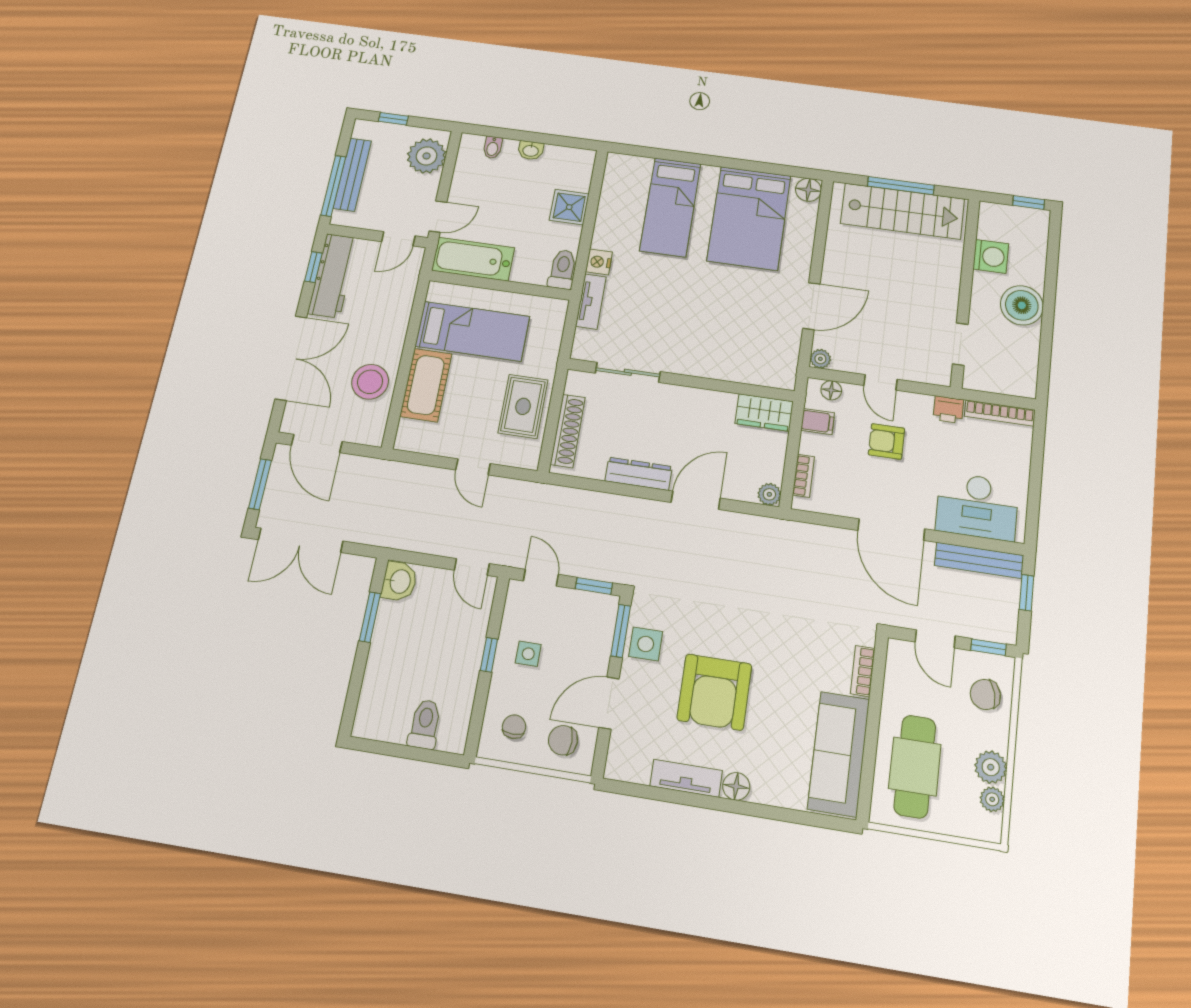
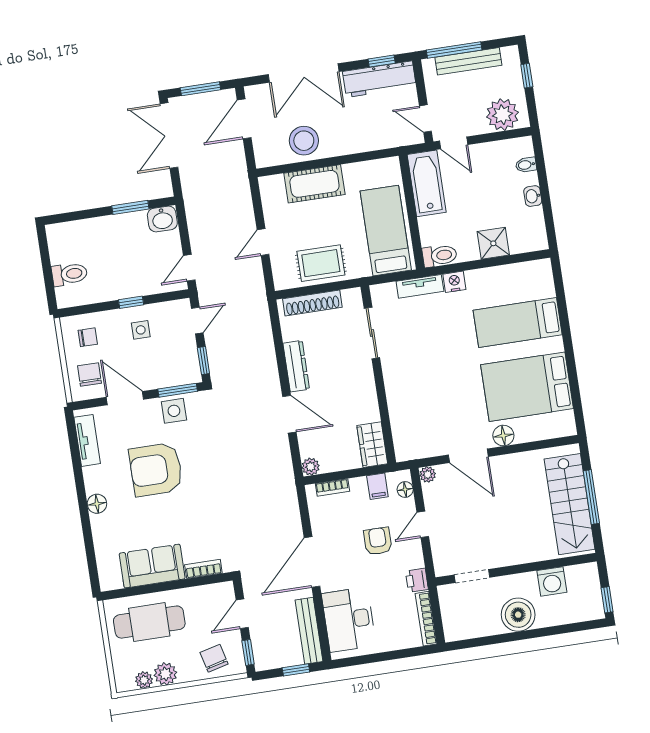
floor lamp: (808, 190) -> (503, 436), moved
bed: (472, 331) -> (386, 231), moved, turned 180
sofa: (839, 754) -> (152, 566), width x0.73
tv unit: (686, 778) -> (87, 440), moved

